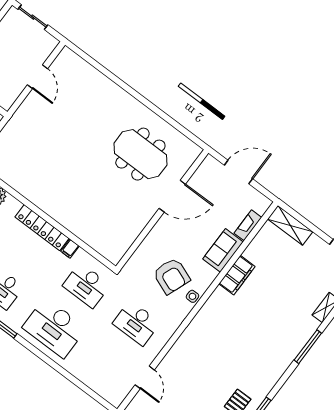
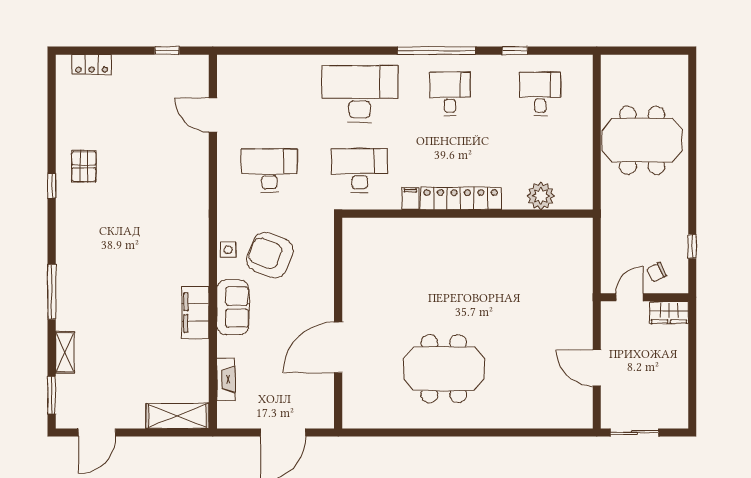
sliding door: (33, 17) -> (634, 433), moved
meeting table: (140, 154) -> (444, 369), moved
sofa: (223, 250) -> (233, 307), moved

